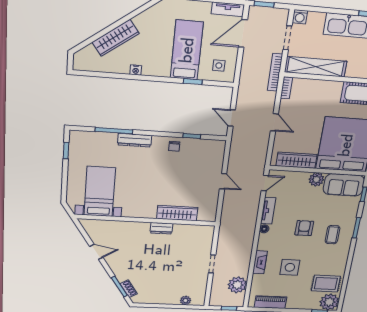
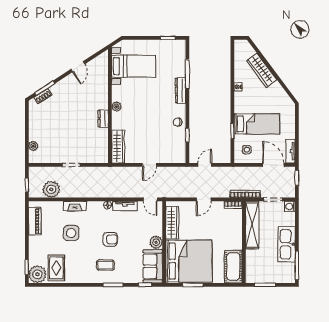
plant: (148, 213) -> (116, 107), added
wardrobe: (177, 213) -> (118, 147), moved

